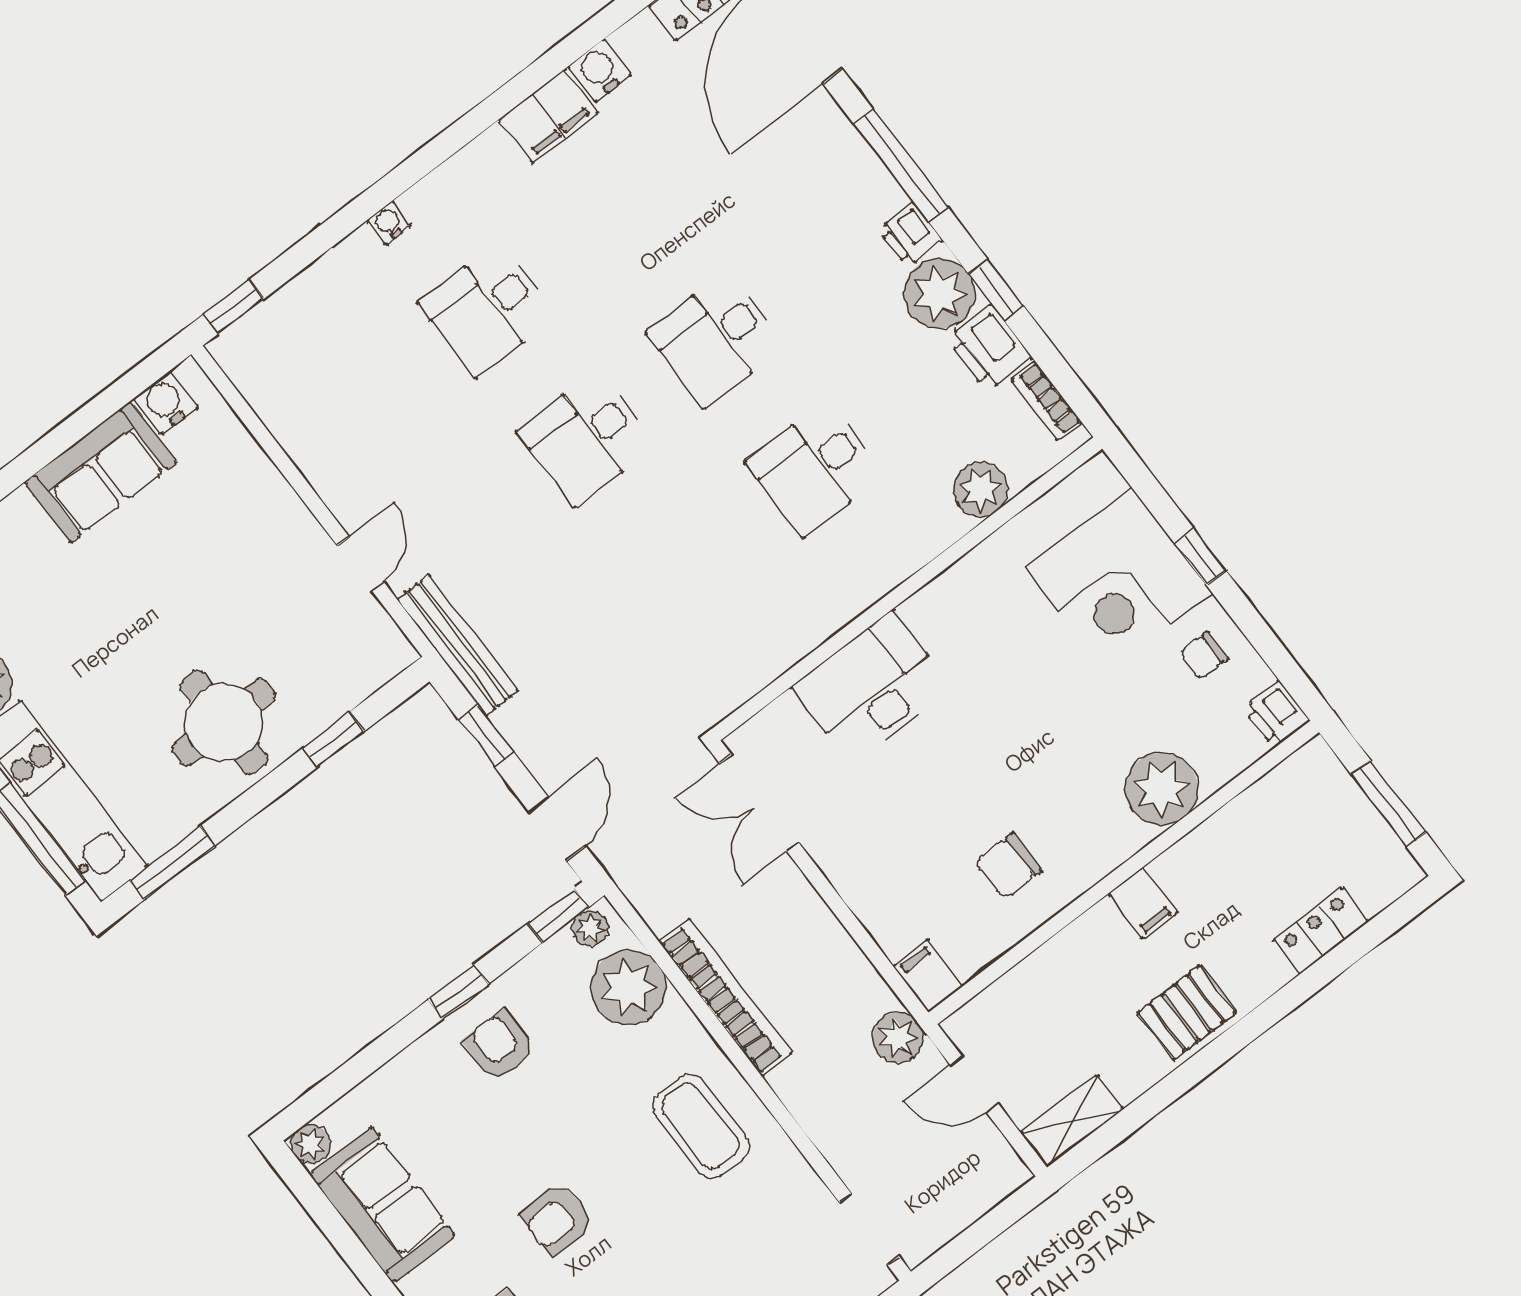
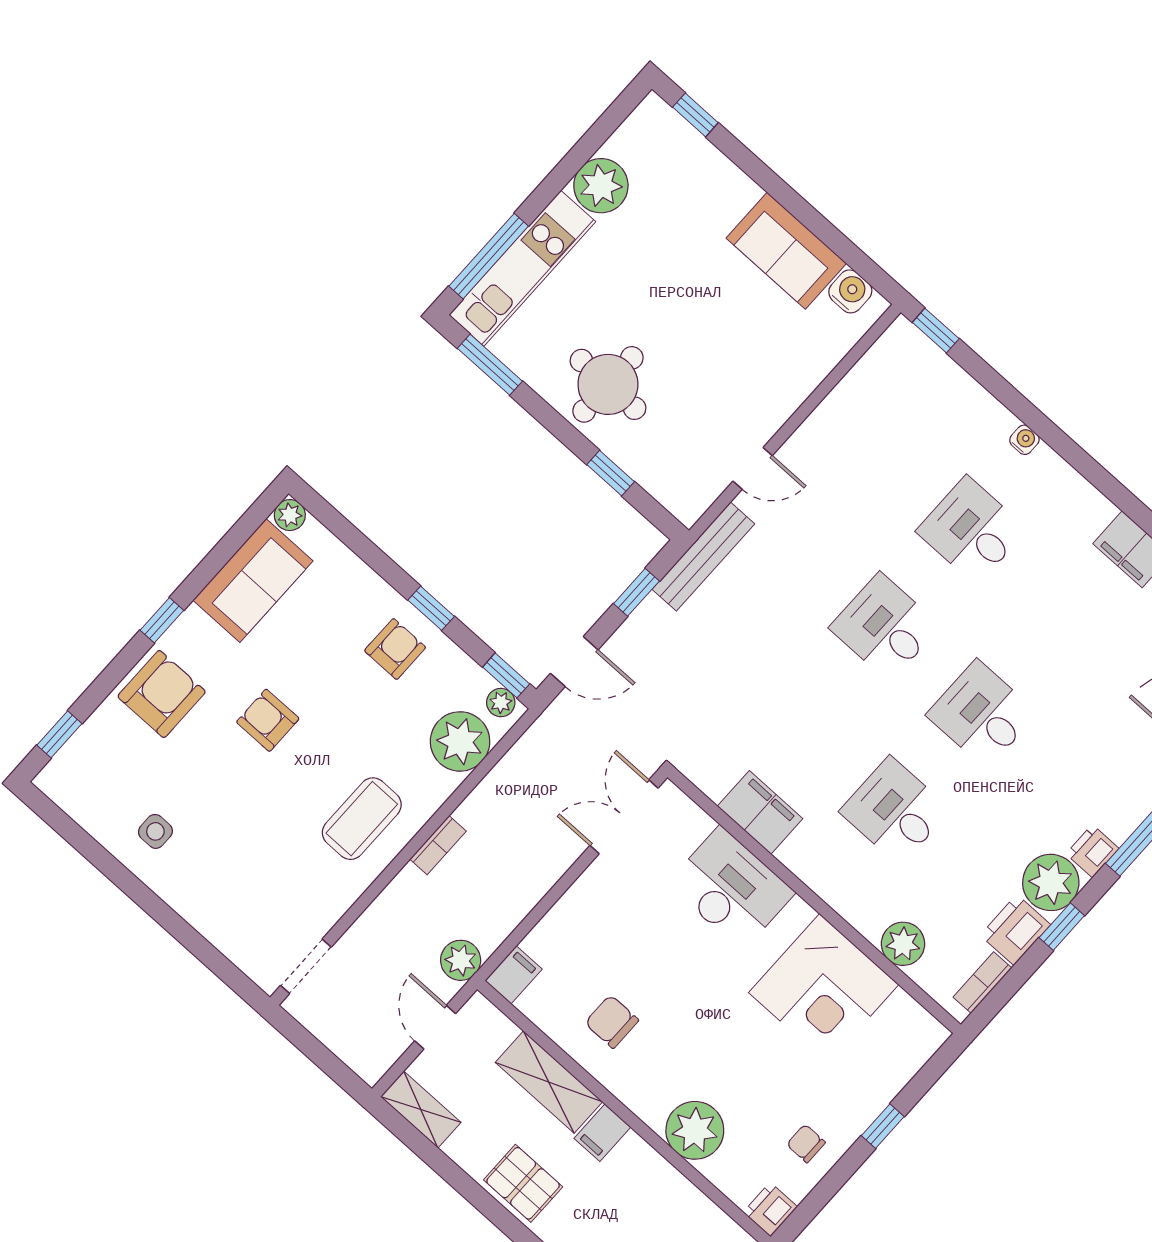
corner desk: (1119, 580) -> (824, 989), moved, turned -90
filing cabinet: (786, 635) -> (760, 812), added
shelving: (1068, 957) -> (549, 1082), added
bookcase: (725, 997) -> (438, 845), width x0.43, depth x0.76

